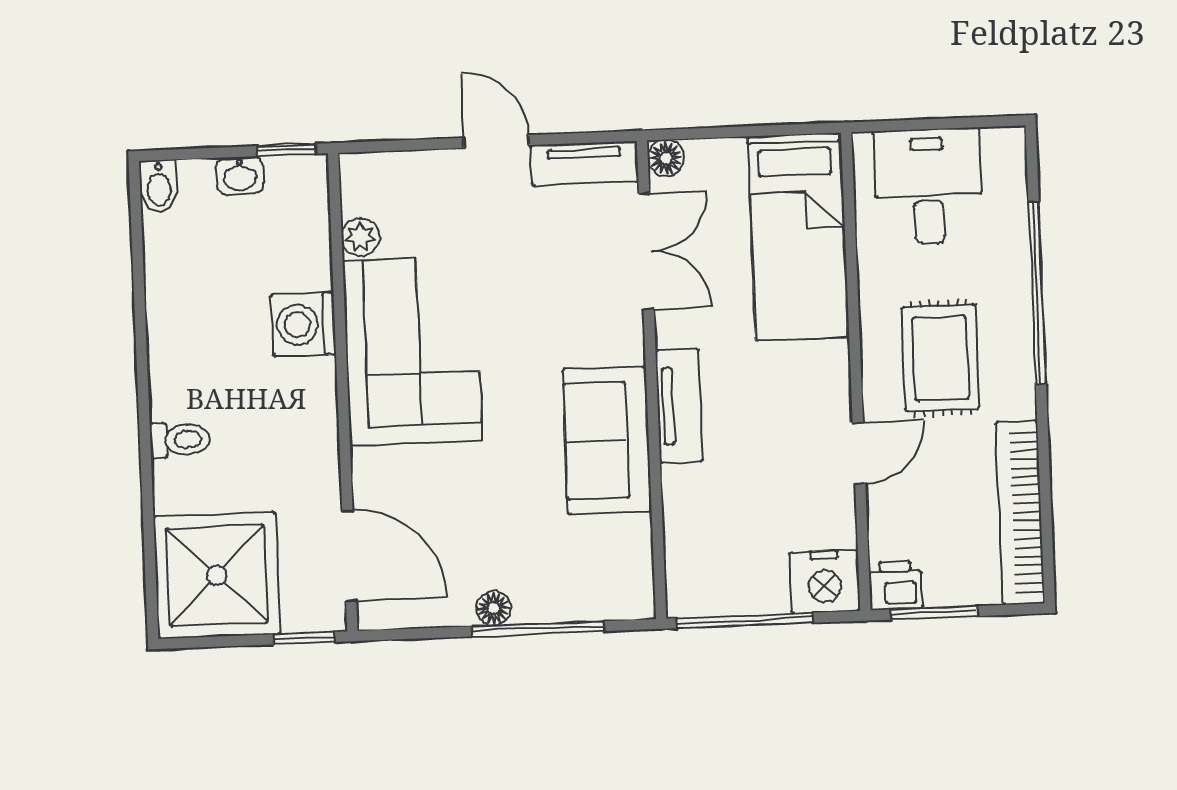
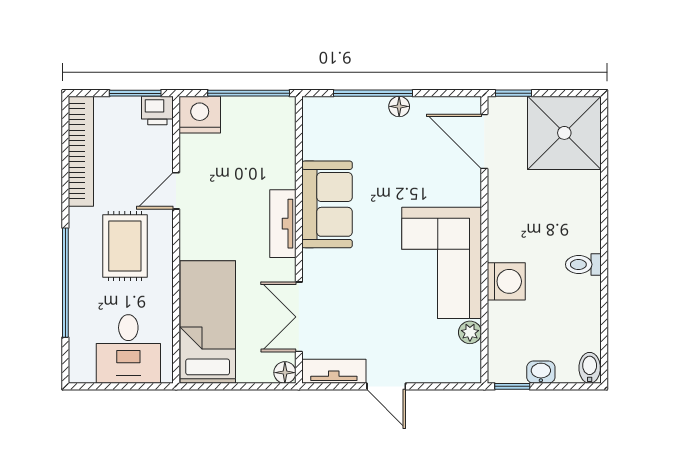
toilet: (180, 440) -> (583, 264), moved

